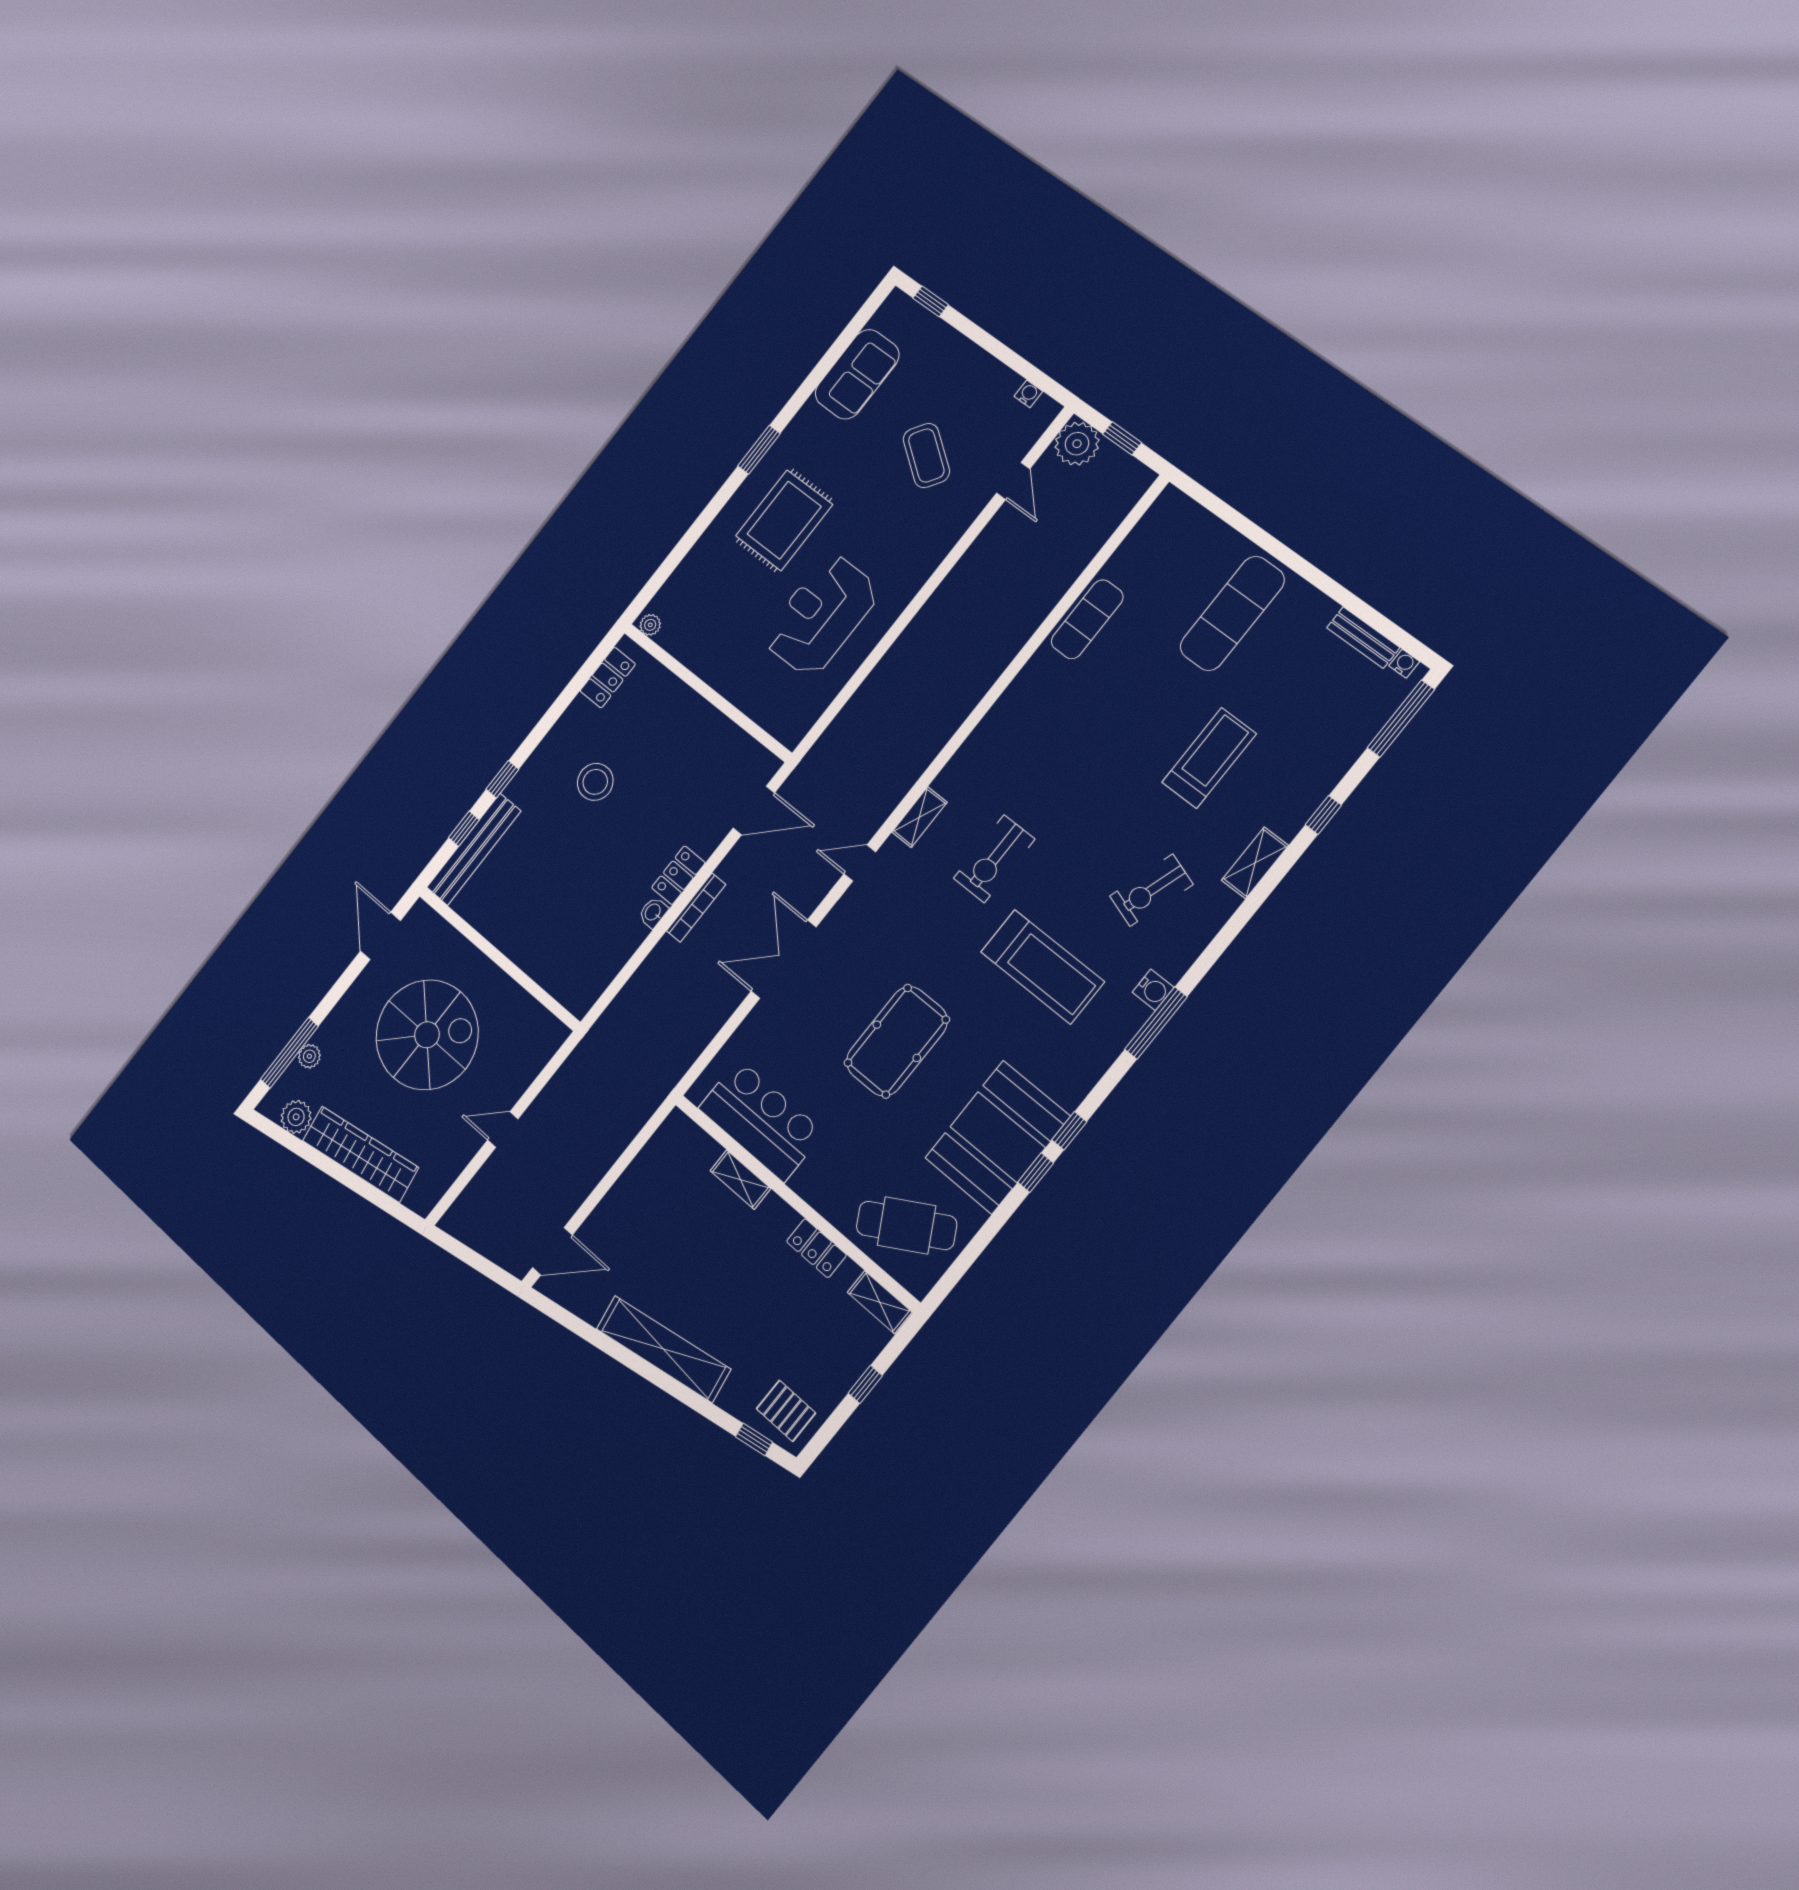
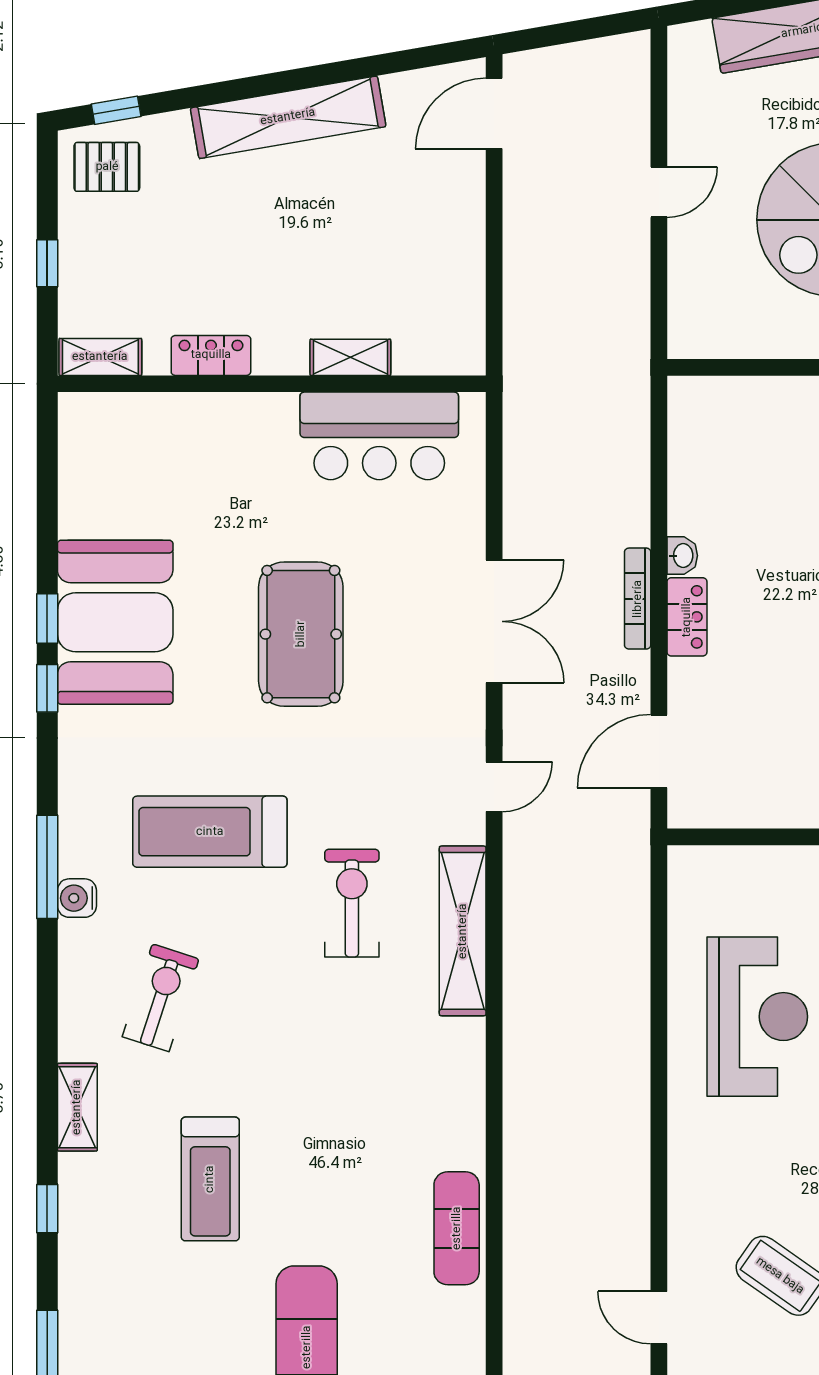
shelving: (919, 817) -> (463, 931), width x2.20, depth x1.33
cafe table: (906, 1225) -> (136, 457), removed

